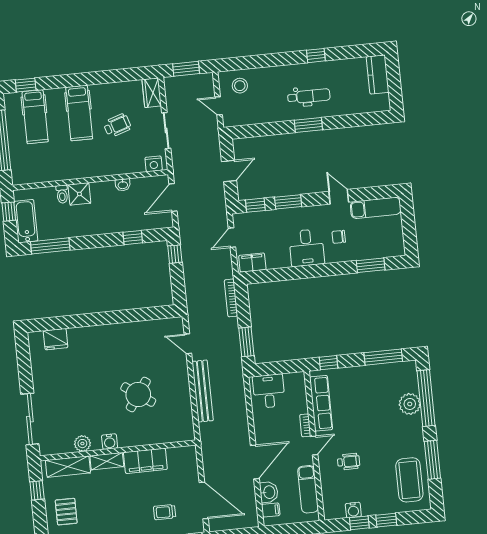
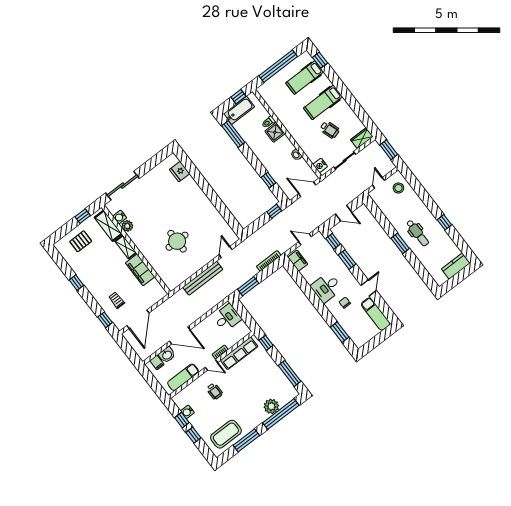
round table: (138, 395) -> (177, 241), turned -35
water cooler: (110, 442) -> (120, 217), moved

